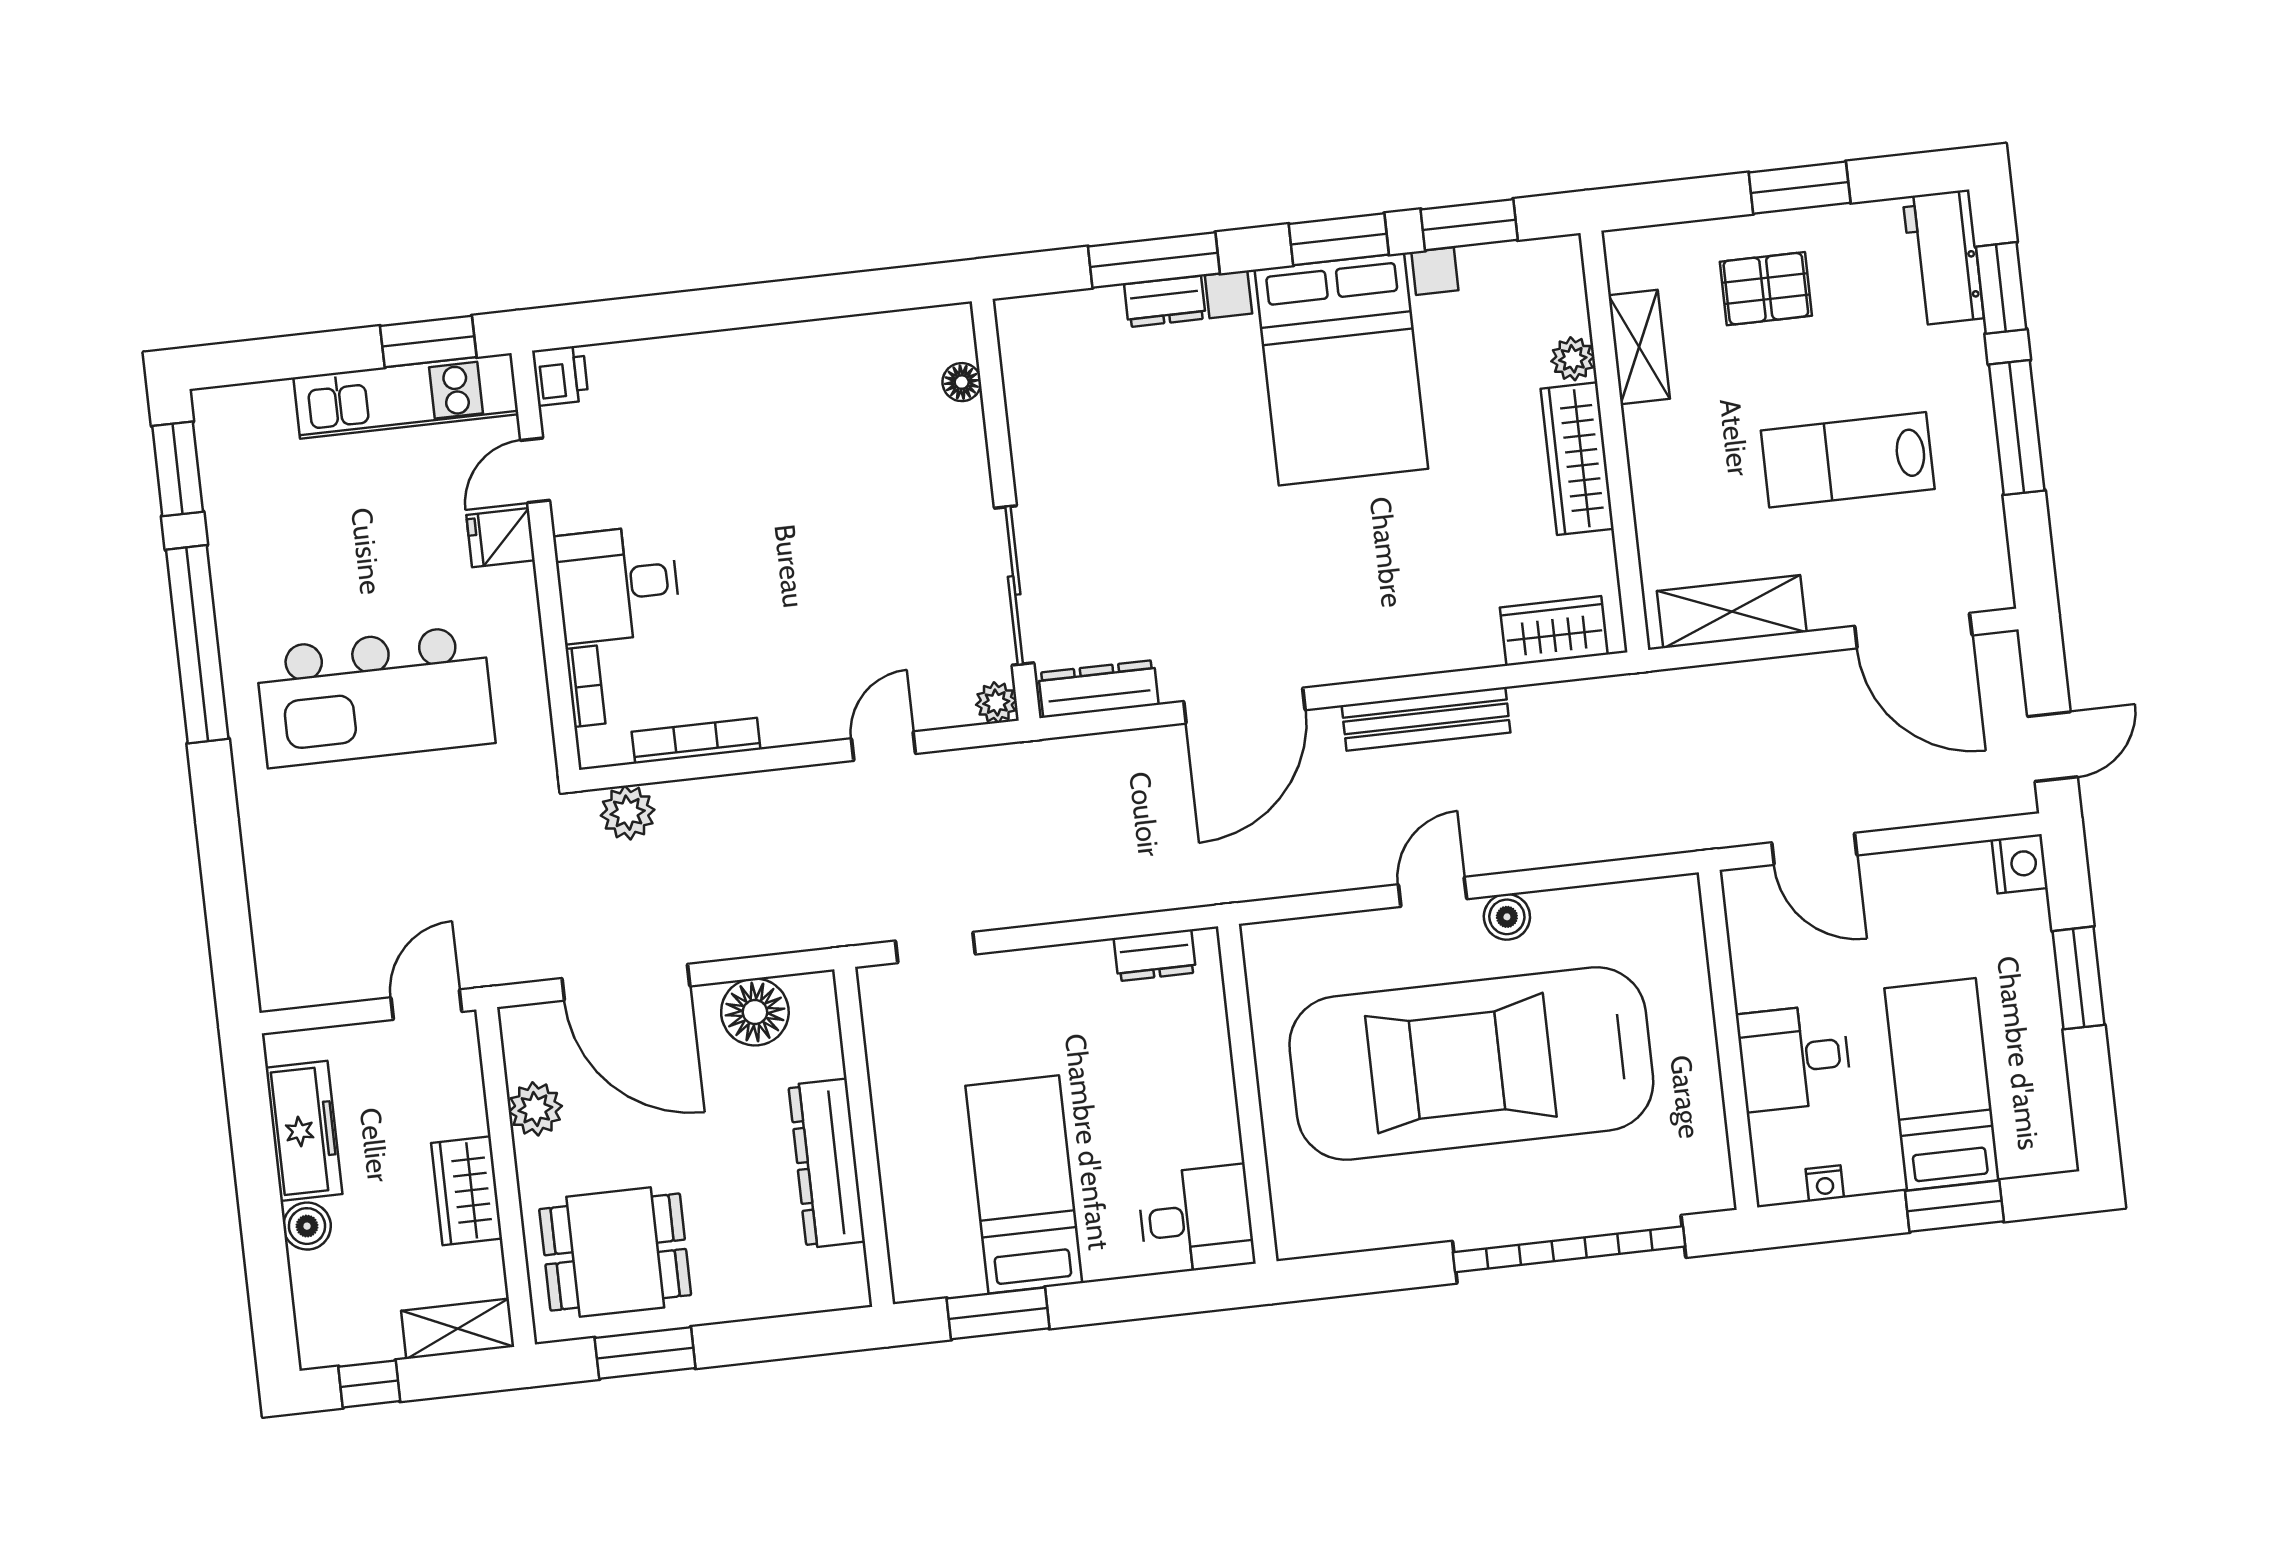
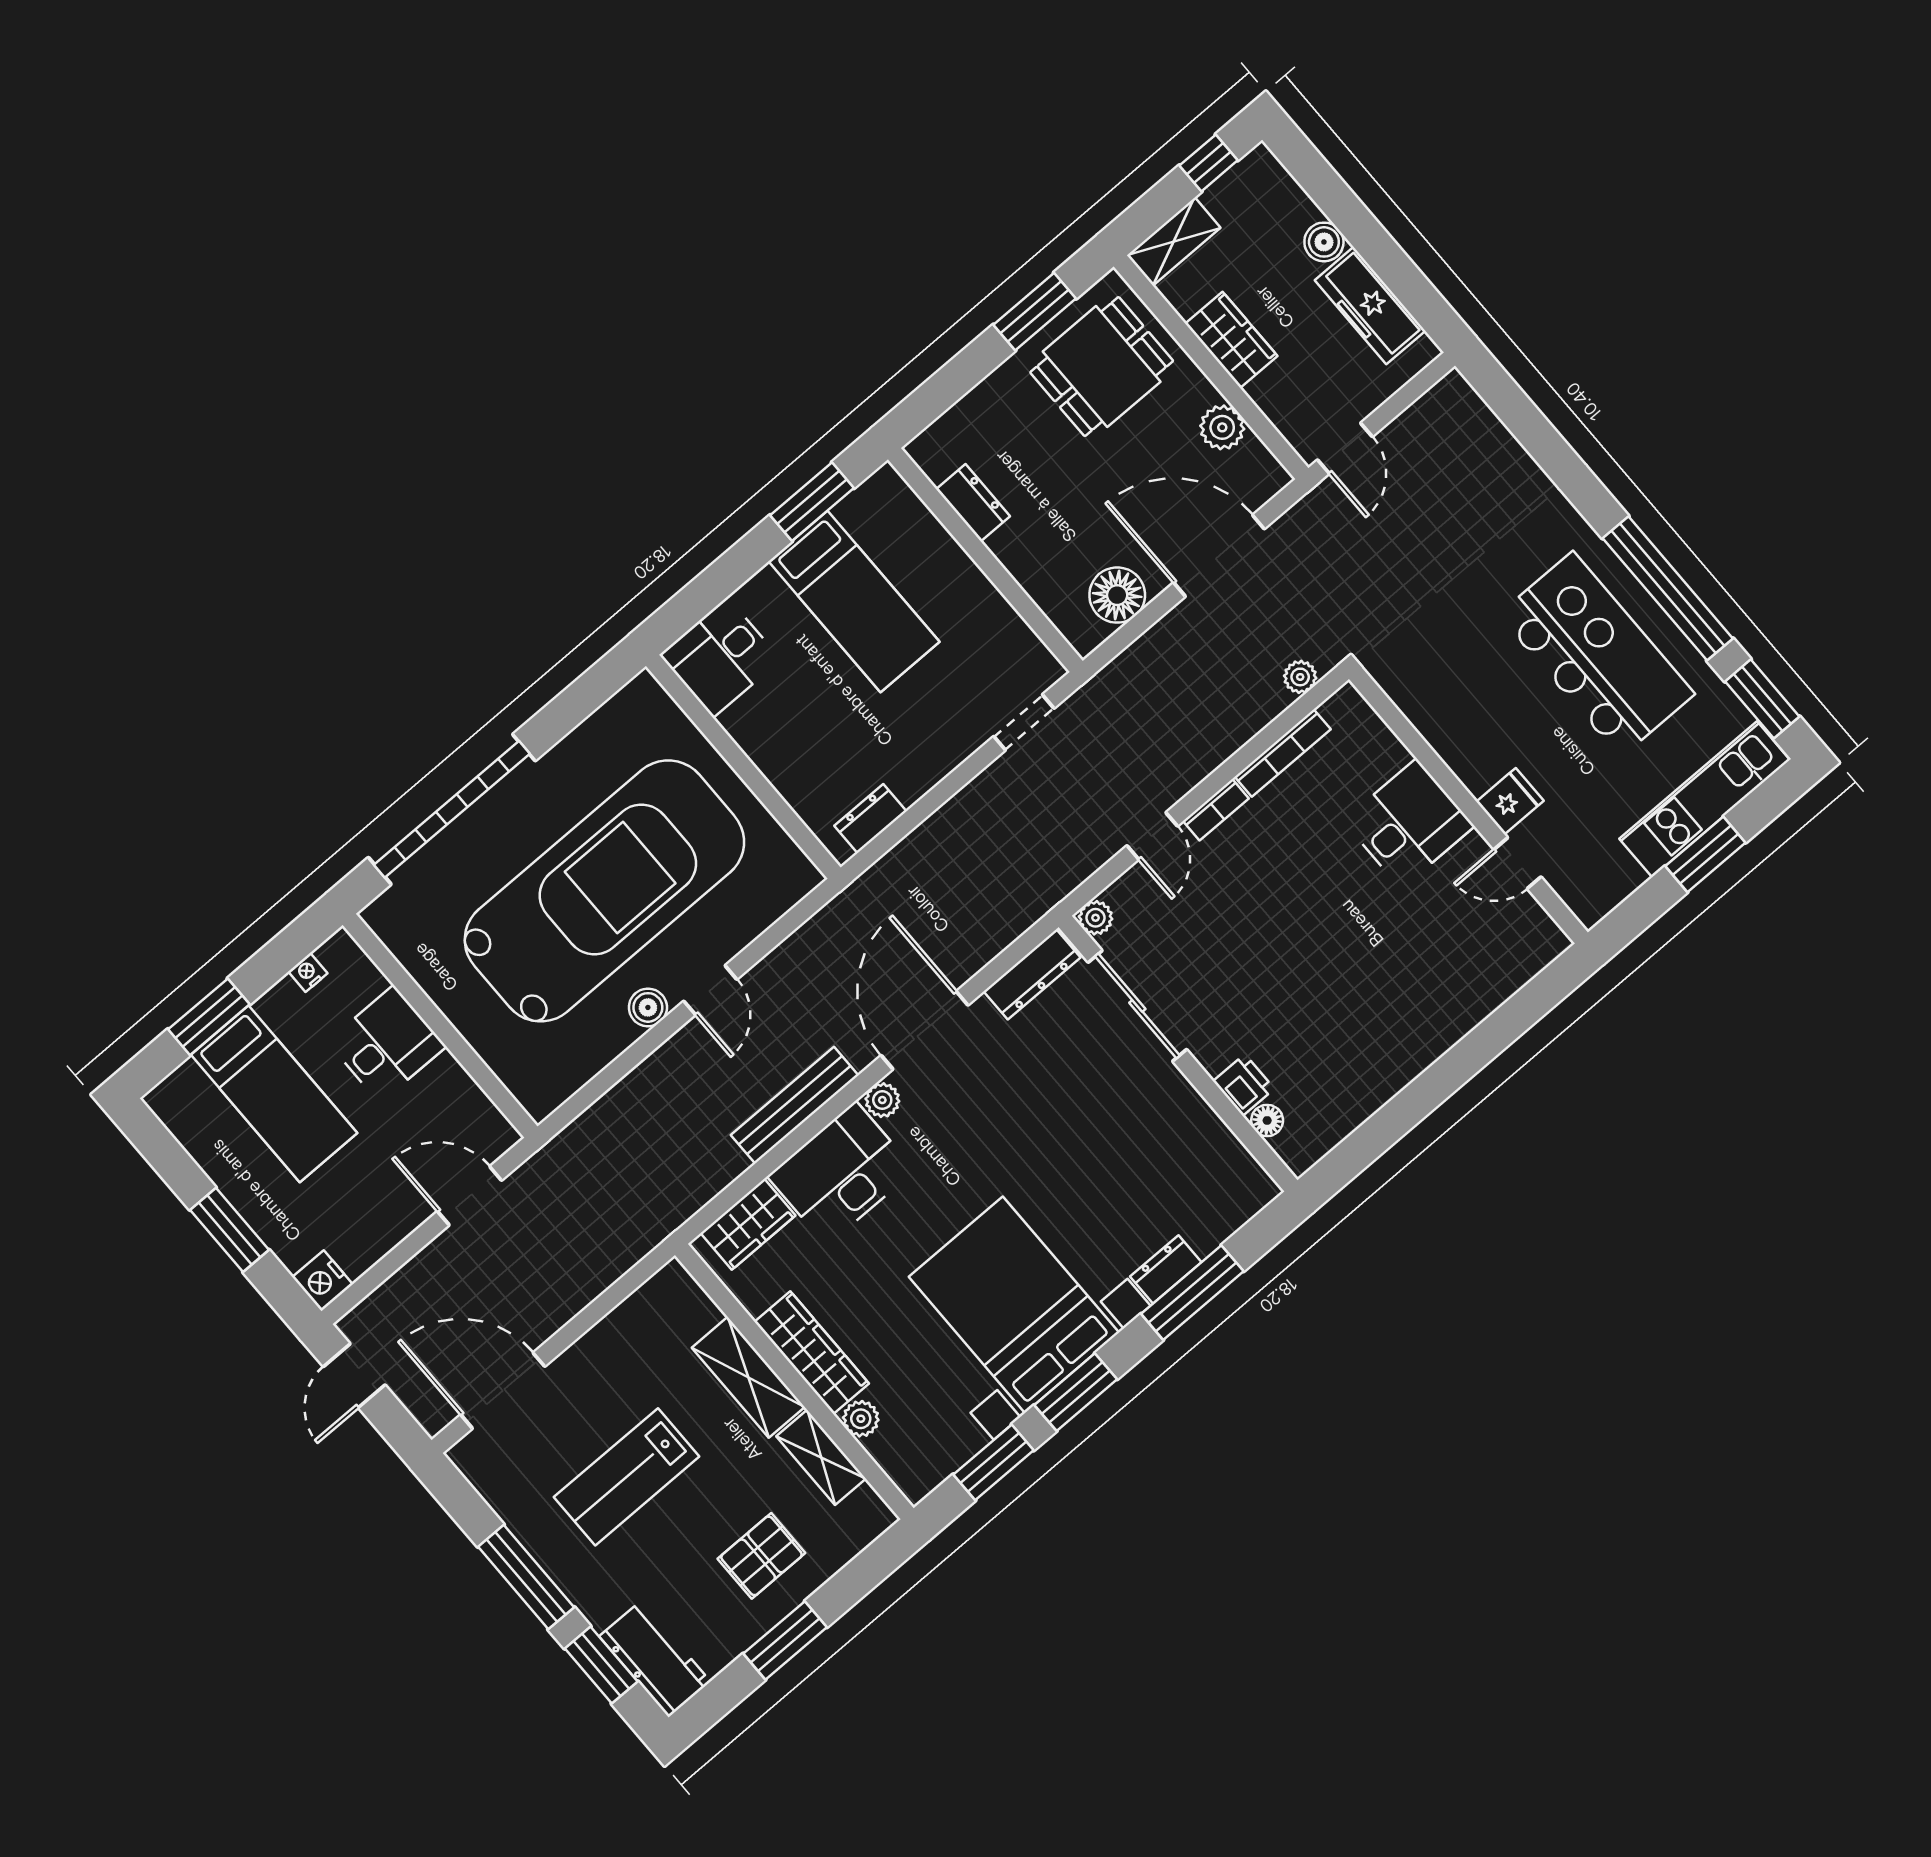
window: (428, 341) -> (1705, 854), moved
printer: (560, 375) -> (1244, 1085), moved, turned 180
kitchen unit: (406, 396) -> (1705, 799), moved
lab bench: (1848, 460) -> (627, 1477), turned 180
door: (535, 470) -> (1517, 863), swing flipped
shelving: (1732, 612) -> (748, 1377), moved, turned 90
desk: (1426, 619) -> (841, 1173), added
plant: (1334, 664) -> (882, 1100), added
bookcase: (585, 686) -> (1216, 810), moved, turned -90
kitchen island: (375, 696) -> (1597, 654), moved, turned 90
plant: (628, 813) -> (1300, 677), width x0.73, depth x0.73
dresser: (827, 1163) -> (973, 503), width x0.51, depth x0.80

